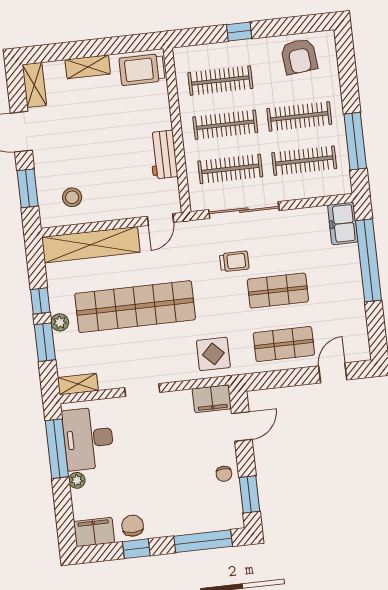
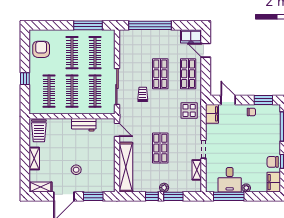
armchair: (299, 56) -> (41, 49), turned -84
stool: (72, 197) -> (76, 170), moved
freezer: (343, 224) -> (191, 36), moved
shop shelf: (135, 307) -> (160, 148), width x0.50, depth x0.74
shelving: (78, 384) -> (197, 170), moved
desk: (88, 439) -> (230, 180), width x0.73

